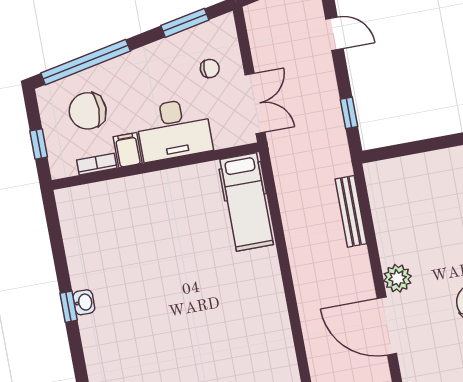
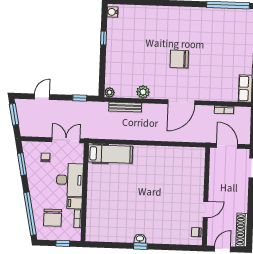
plant: (375, 172) -> (110, 92), added
plant: (398, 278) -> (143, 92), moved

